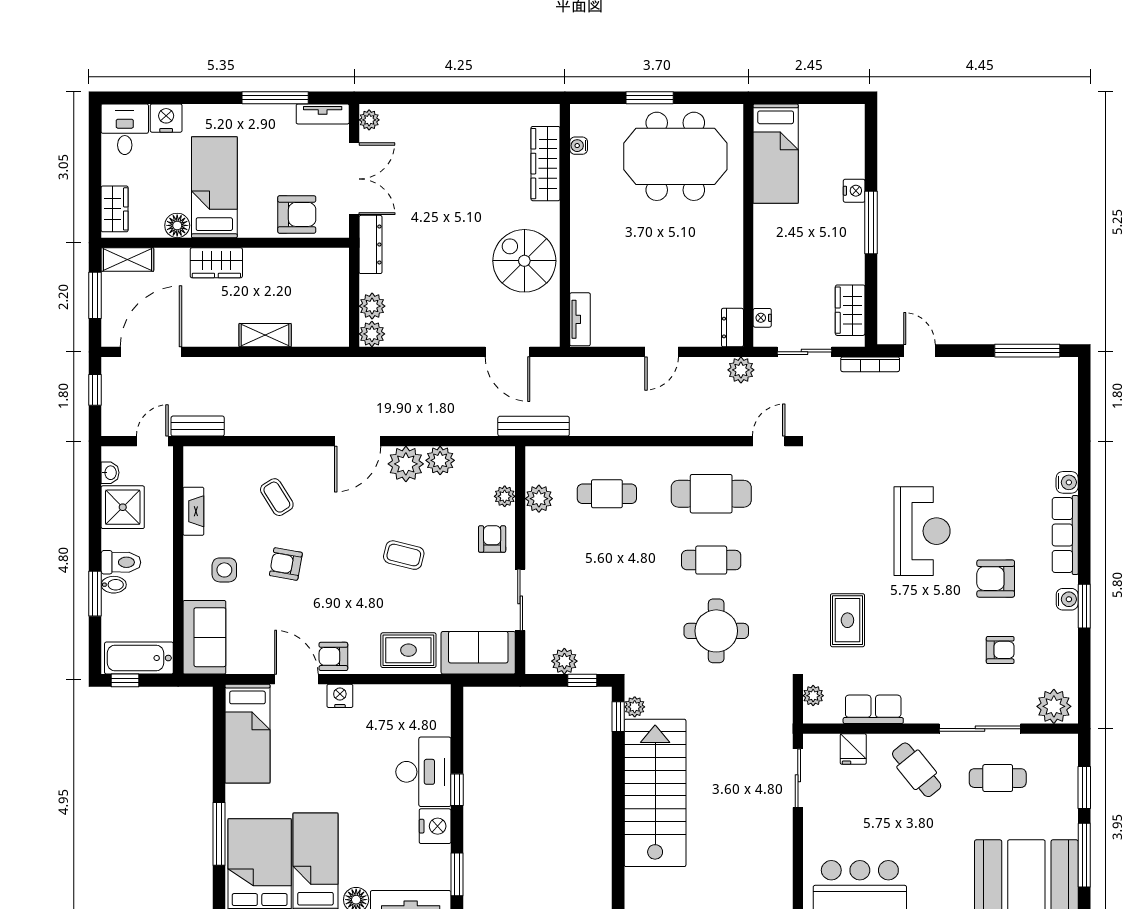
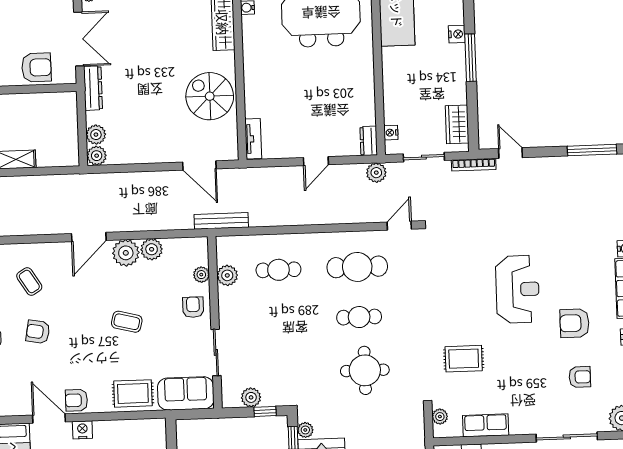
rug: (847, 620) -> (464, 359), turned 90

